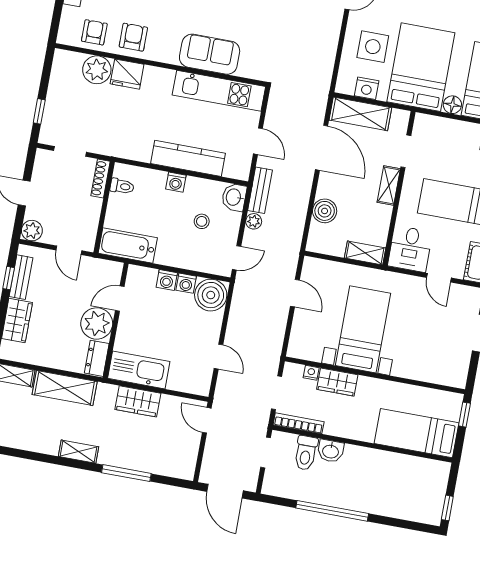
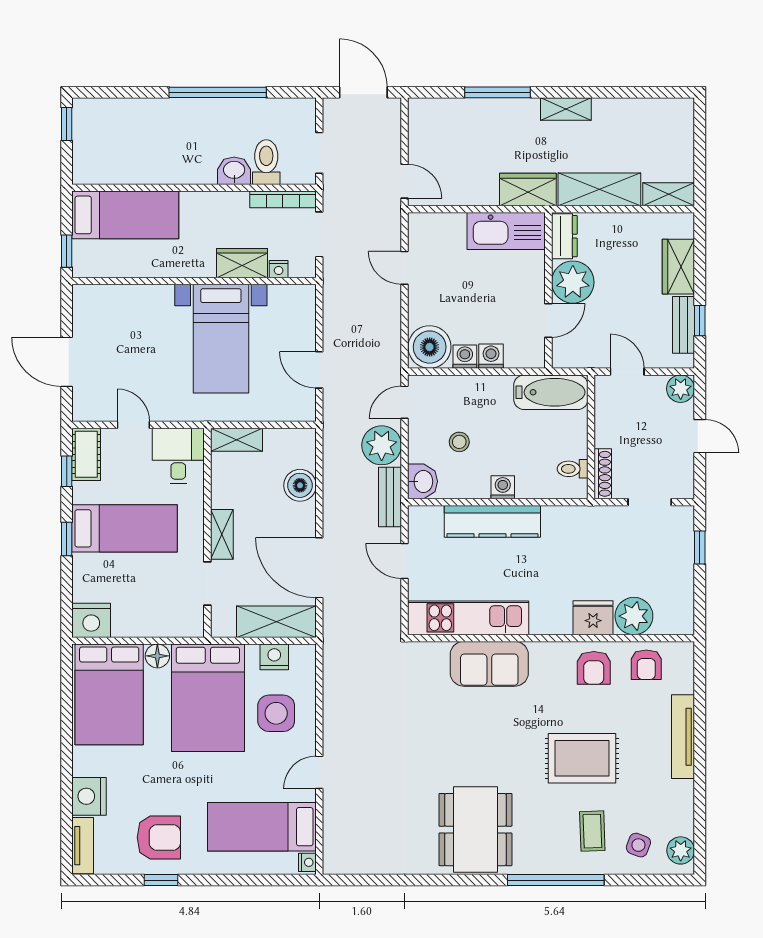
plant: (254, 221) -> (382, 445), width x1.88, depth x1.88
wardrobe: (138, 401) -> (528, 190), moved

